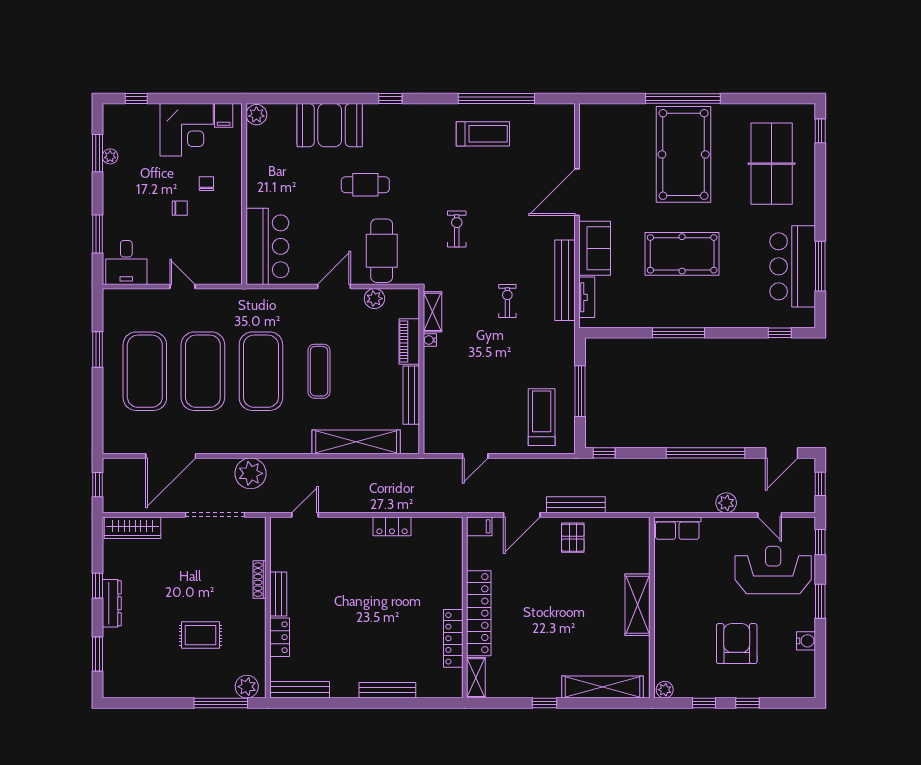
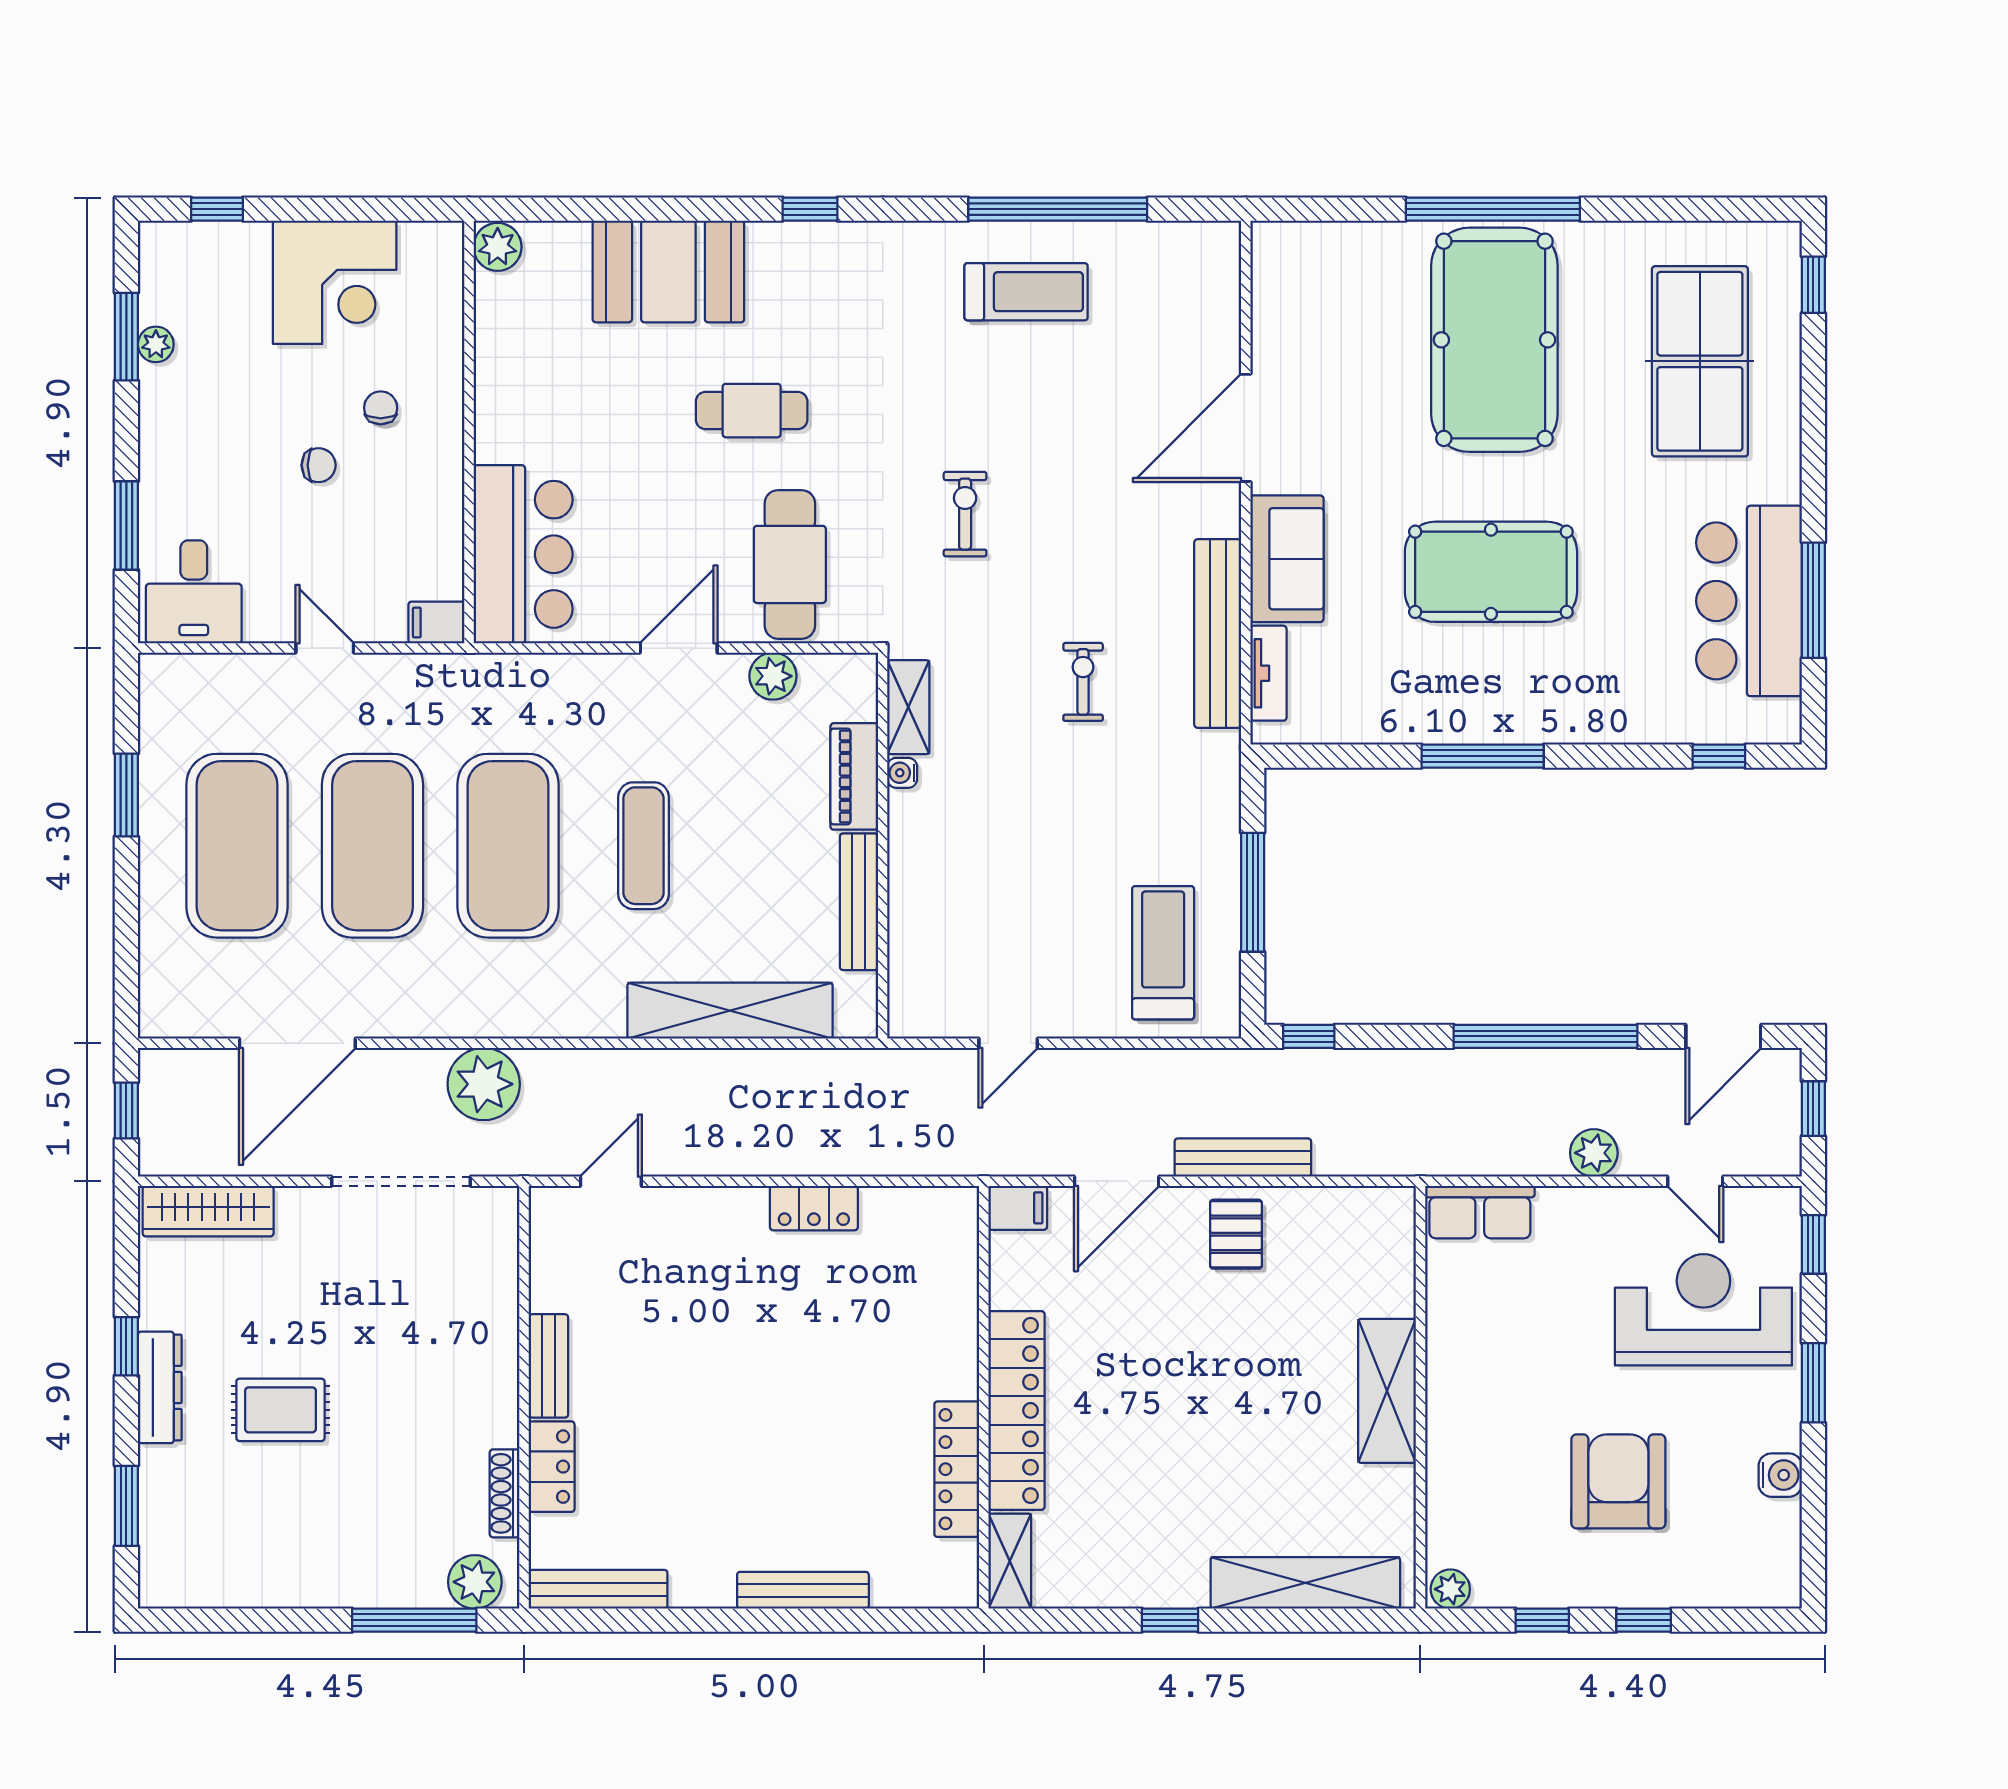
filing cabinet: (224, 115) -> (436, 622), moved, turned 90
shoe rack: (259, 580) -> (505, 1493), moved
rug: (200, 635) -> (280, 1410), moved

